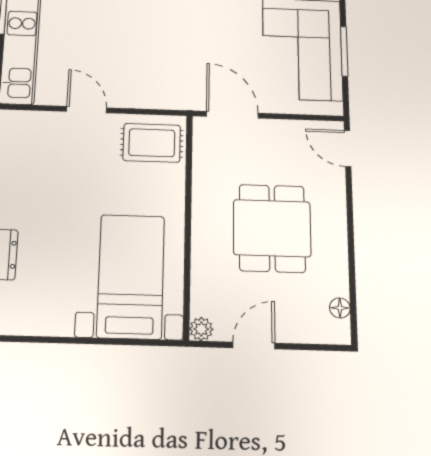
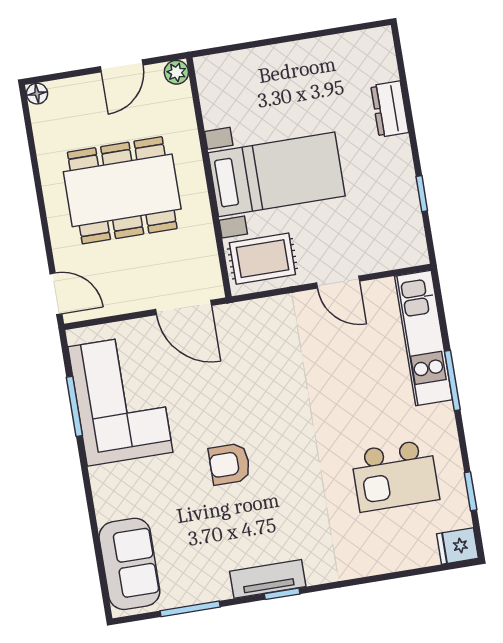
dining table: (272, 228) -> (122, 190), width x1.37
bed with nightstands: (131, 276) -> (277, 174), moved, turned -90
floor lamp: (340, 308) -> (37, 94), moved

